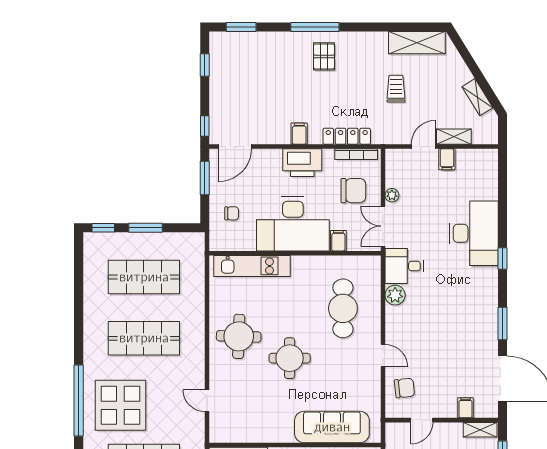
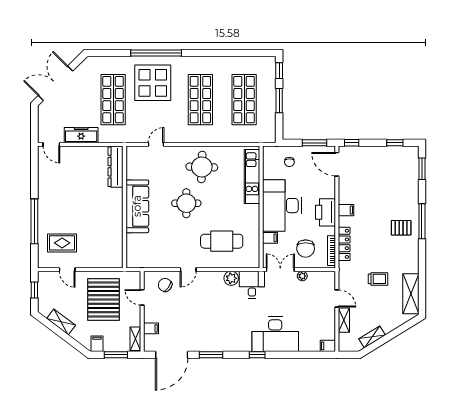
filing cabinet: (447, 159) -> (328, 346), moved
chair: (404, 388) -> (165, 285), turned 131
sofa: (332, 427) -> (137, 206), moved

